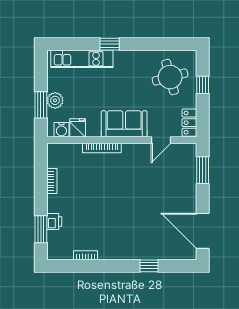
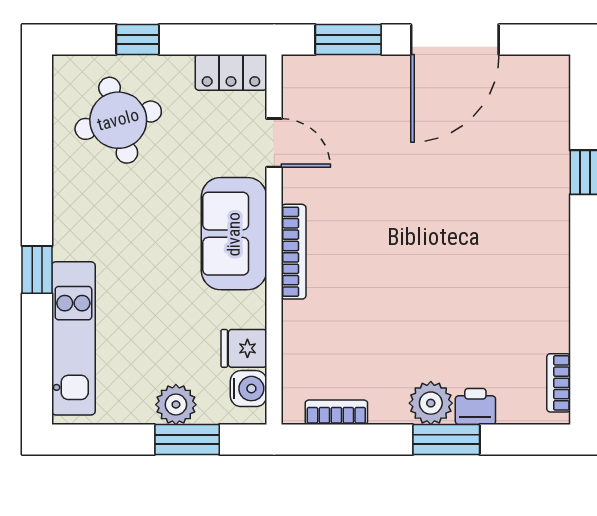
bookcase: (102, 148) -> (294, 252), moved
bookcase: (52, 181) -> (336, 412), moved
plant: (56, 204) -> (431, 403), added
window: (41, 229) -> (446, 440), moved
door: (203, 231) -> (455, 40), moved
bookcase: (85, 255) -> (559, 383), moved

